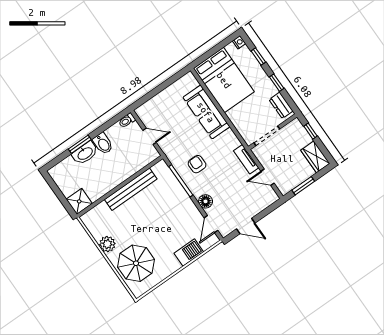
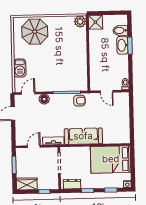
sofa: (206, 112) -> (83, 136), moved
door: (150, 136) -> (106, 91), hinge flipped
bidet: (103, 144) -> (120, 30), moved
armchair: (197, 164) -> (79, 101), moved
bench: (131, 189) -> (82, 58), removed
door: (211, 224) -> (28, 93), hinge flipped
plant: (107, 244) -> (80, 22), moved

